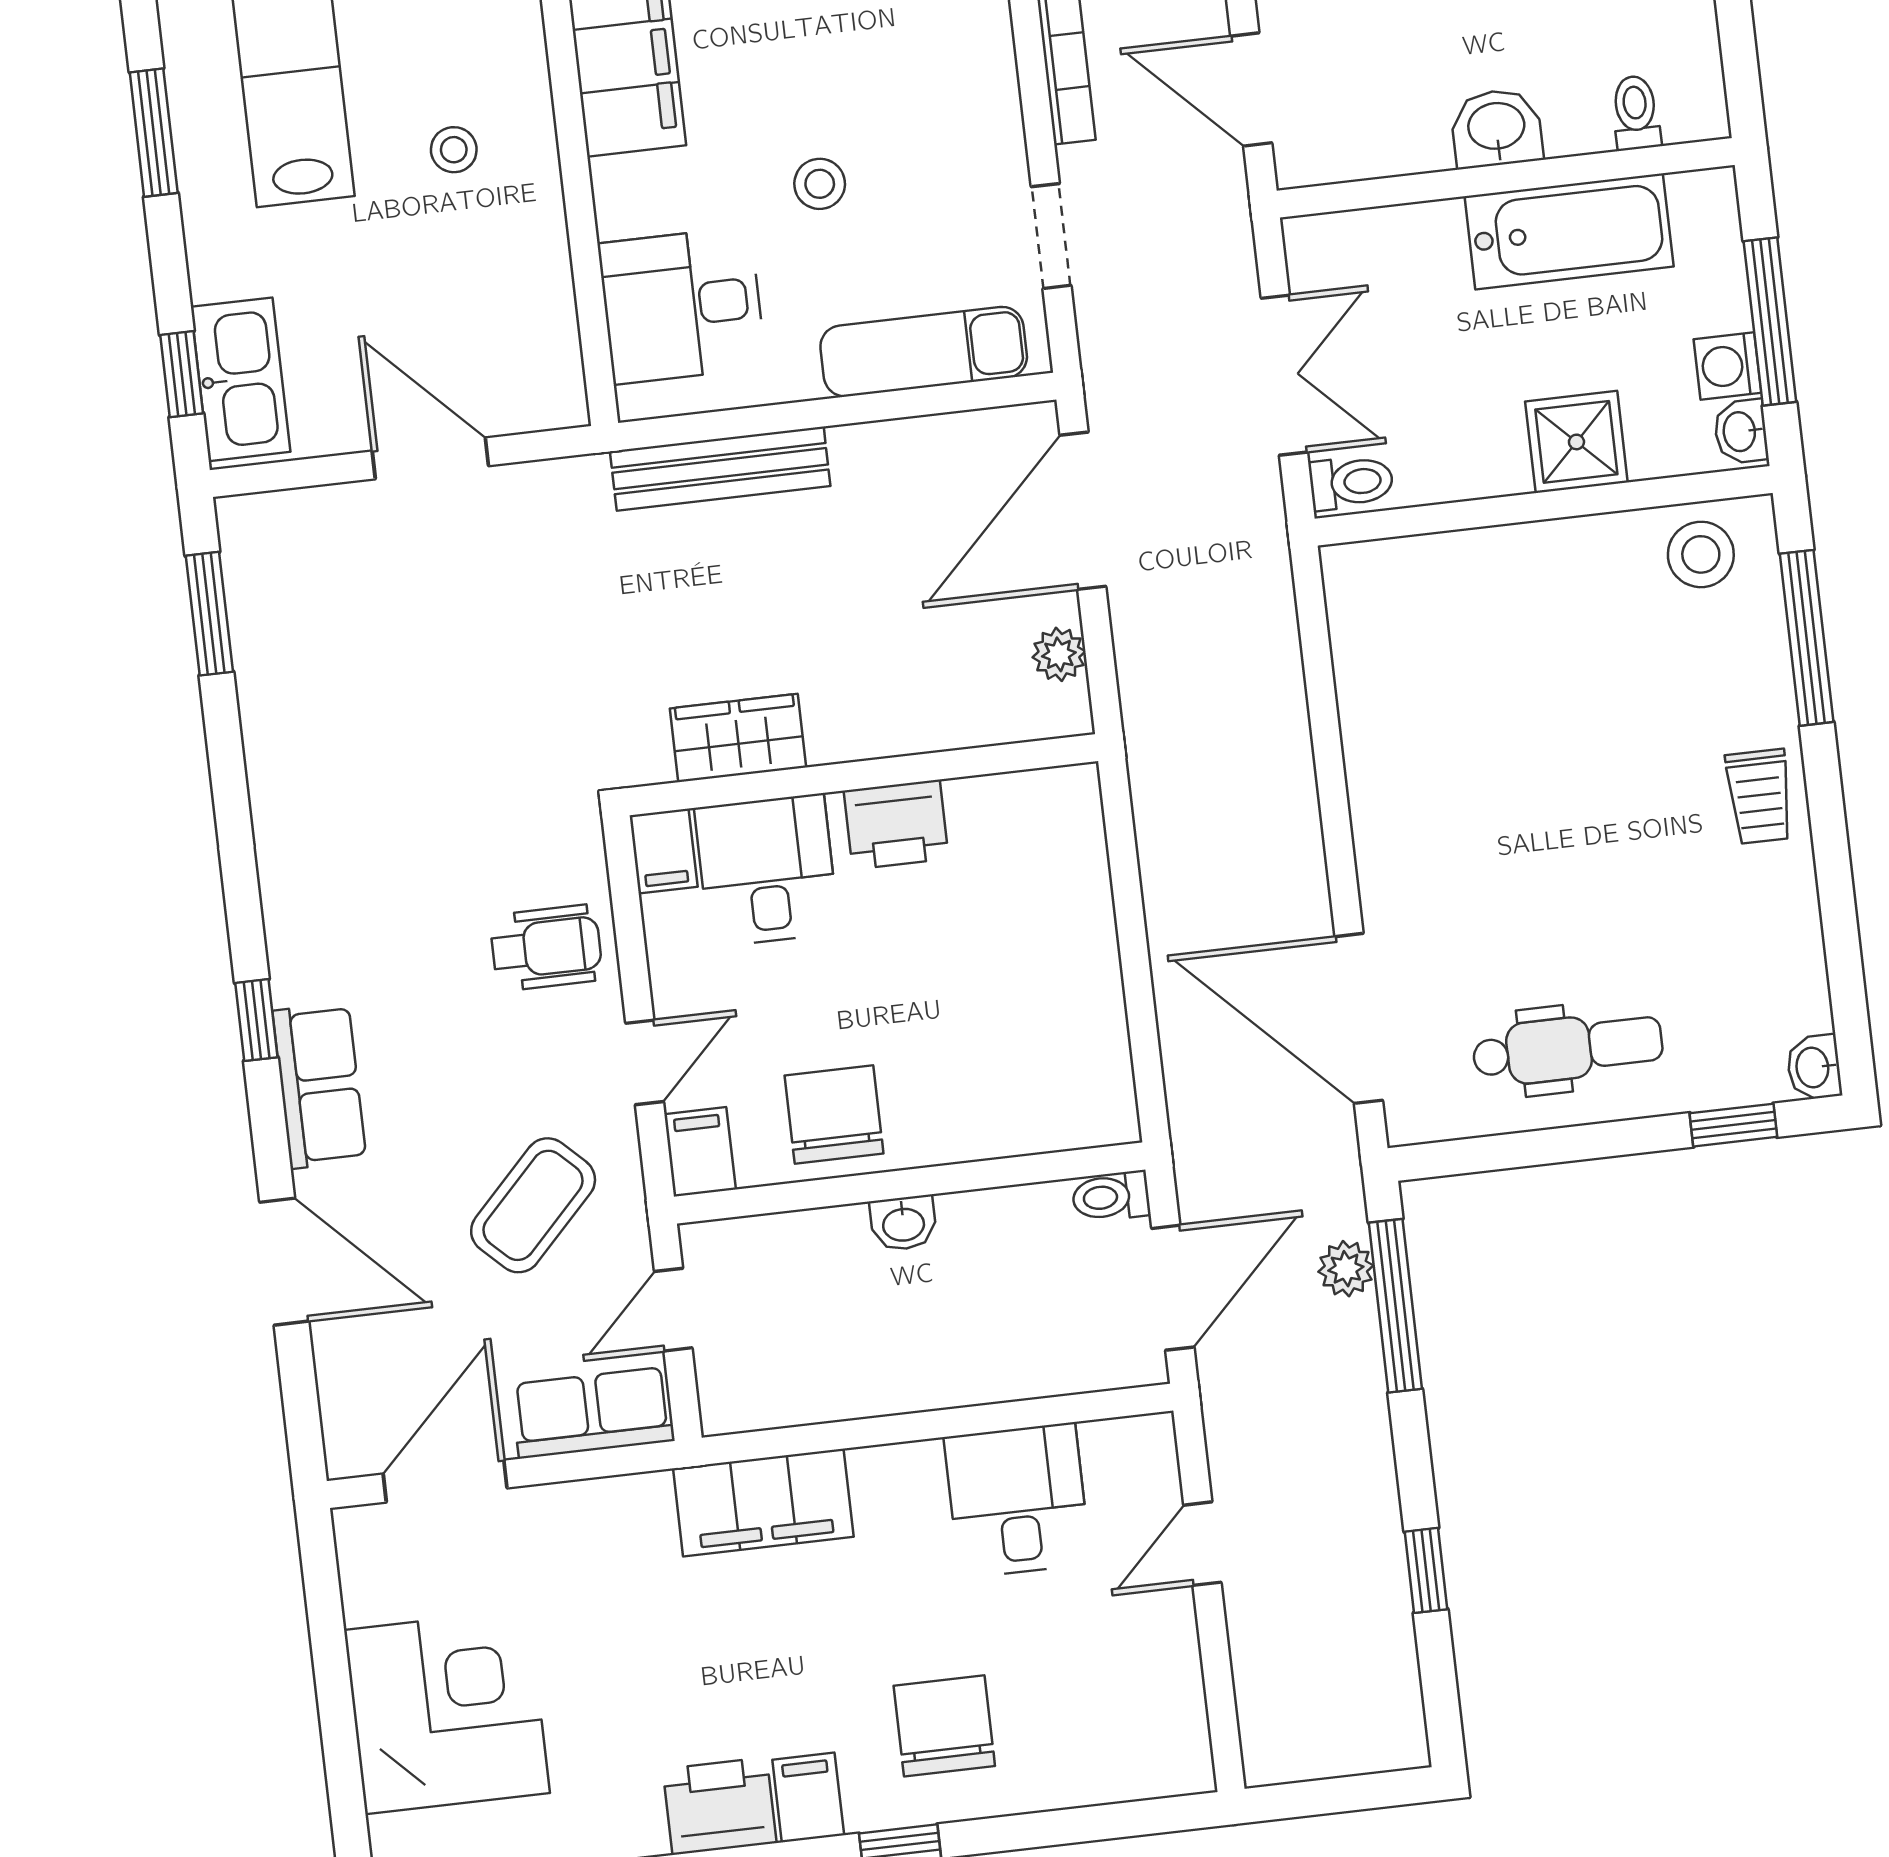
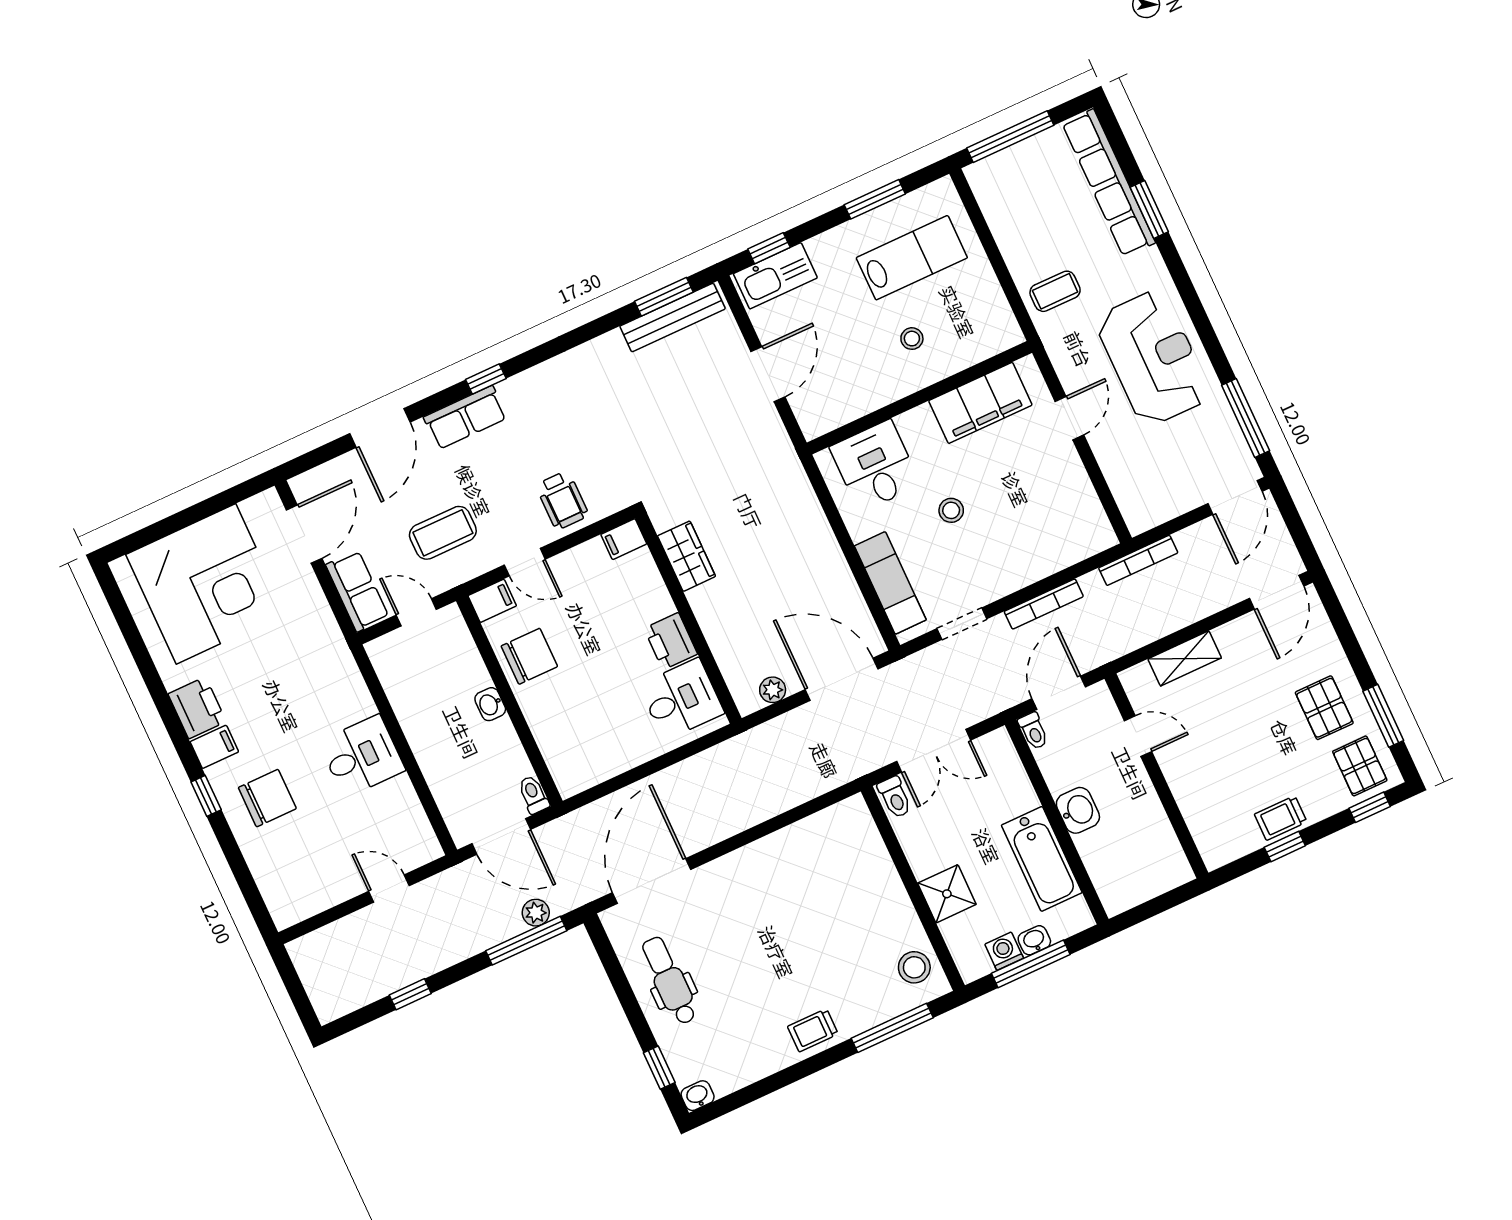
toilet: (1636, 113) -> (1033, 731), moved, turned 90
washbasin: (1741, 431) -> (1034, 940), moved
bench: (720, 469) -> (673, 318), moved, turned 90
desk: (767, 870) -> (681, 699), moved
dental chair: (1568, 1048) -> (669, 981), turned 180
coffee table: (533, 1205) -> (443, 533), turned -44
door: (445, 1481) -> (304, 534), hinge flipped
desk: (1017, 1500) -> (362, 756), moved
filing cabinet: (763, 1503) -> (342, 682), removed
corner desk: (447, 1712) -> (206, 584), width x1.36, depth x1.36

